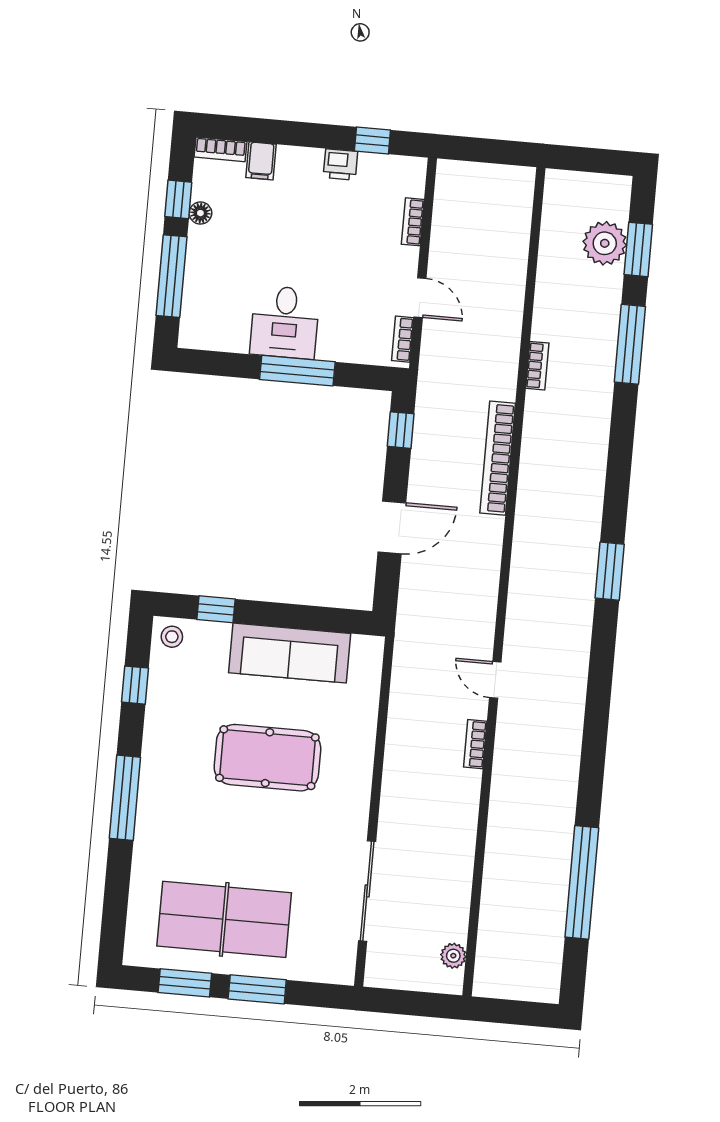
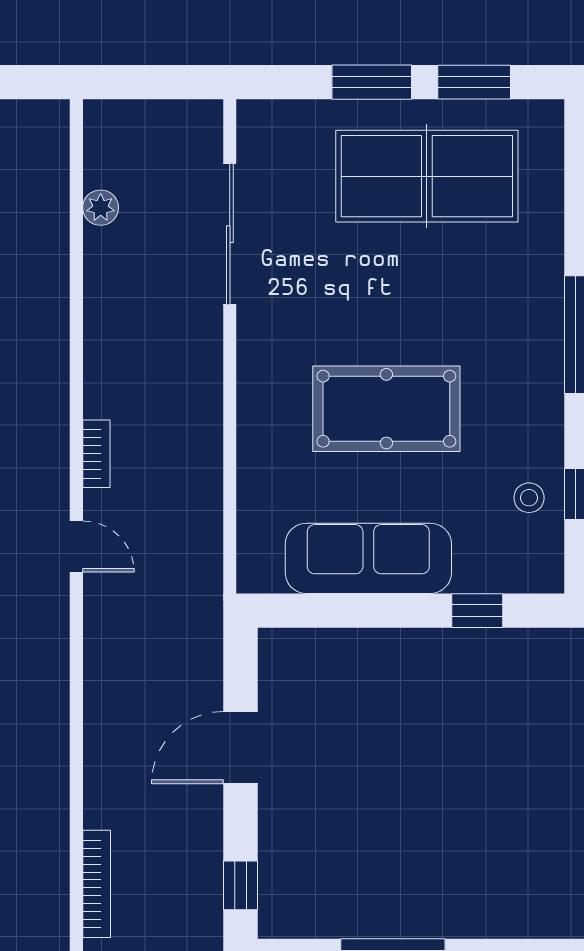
bookcase: (498, 458) -> (97, 884), width x0.68, depth x0.76
stool: (172, 637) -> (529, 498), moved
plant: (453, 956) -> (101, 208), moved

